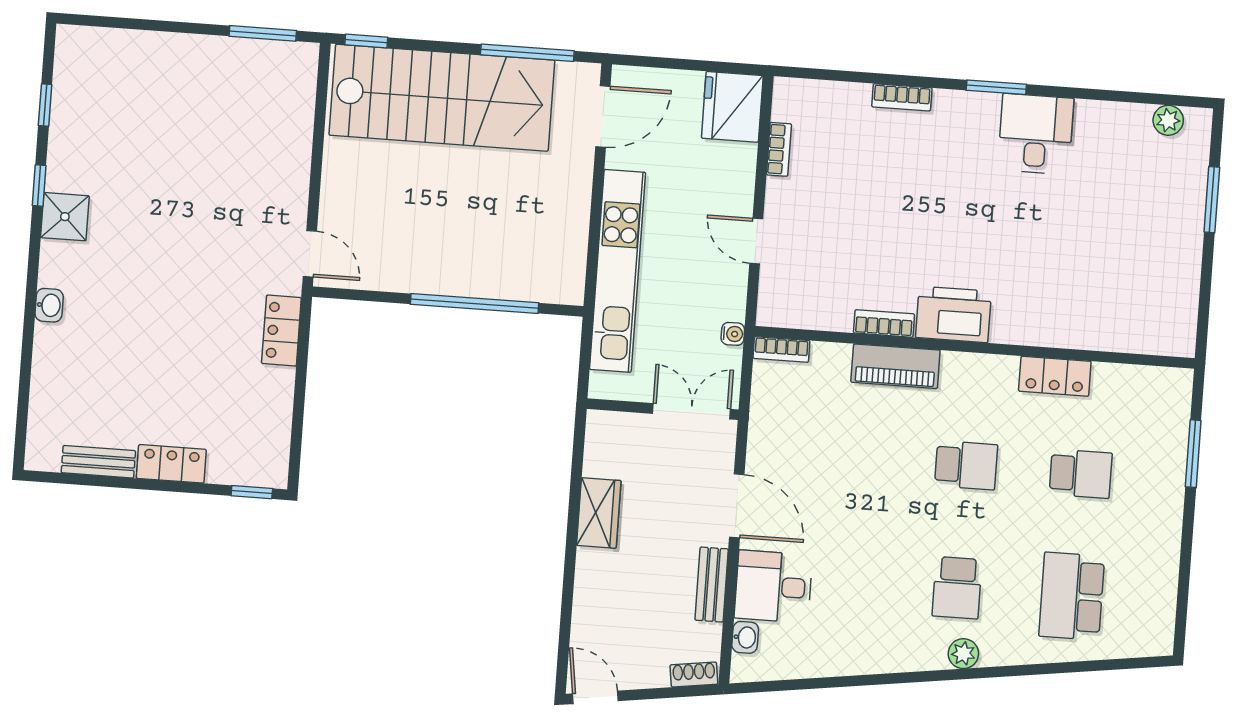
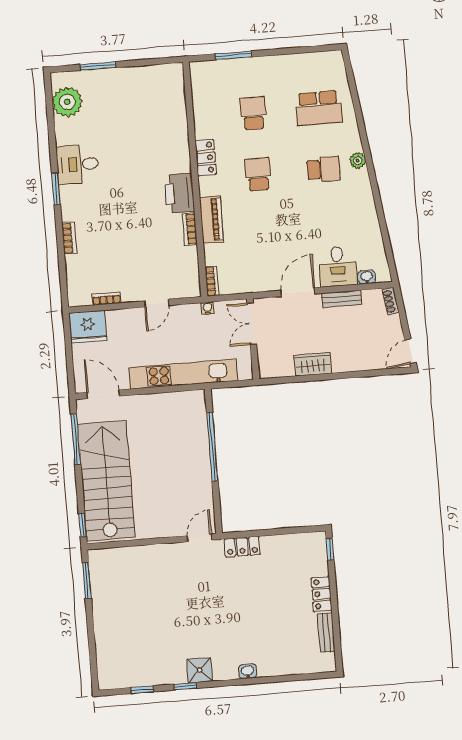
plant: (1168, 120) -> (67, 102), width x1.87, depth x1.87
locker: (1055, 376) -> (206, 158), moved

